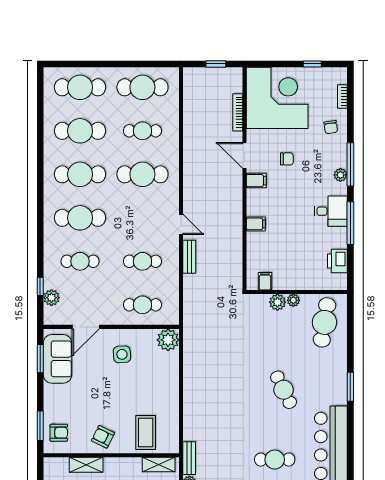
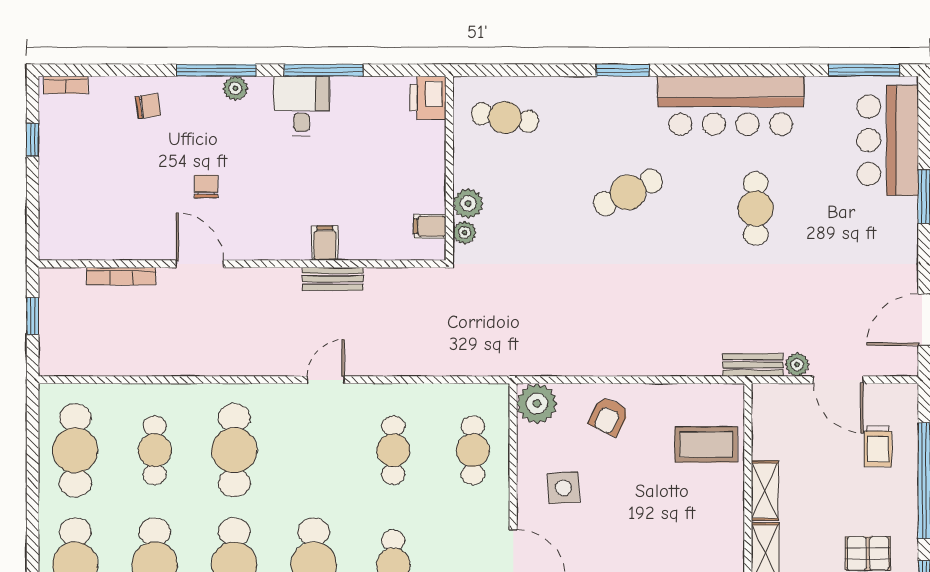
bookcase: (342, 96) -> (66, 85), moved
corner desk: (277, 98) -> (95, 204), removed
door: (244, 155) -> (200, 264), swing flipped
filing cabinet: (256, 181) -> (246, 242), removed
bench: (189, 257) -> (333, 279), moved
printer: (337, 261) -> (428, 98), moved, turned 90
plant: (293, 300) -> (464, 233), moved
cafe table: (324, 322) -> (505, 118), width x0.73, depth x0.74
armchair: (103, 437) -> (609, 416), moved
shelving: (159, 465) -> (765, 491), moved

